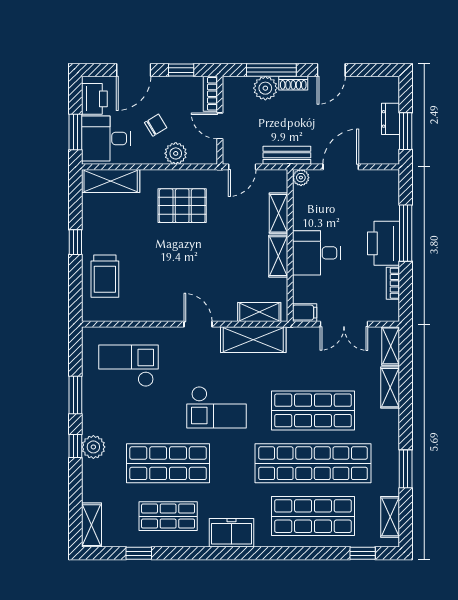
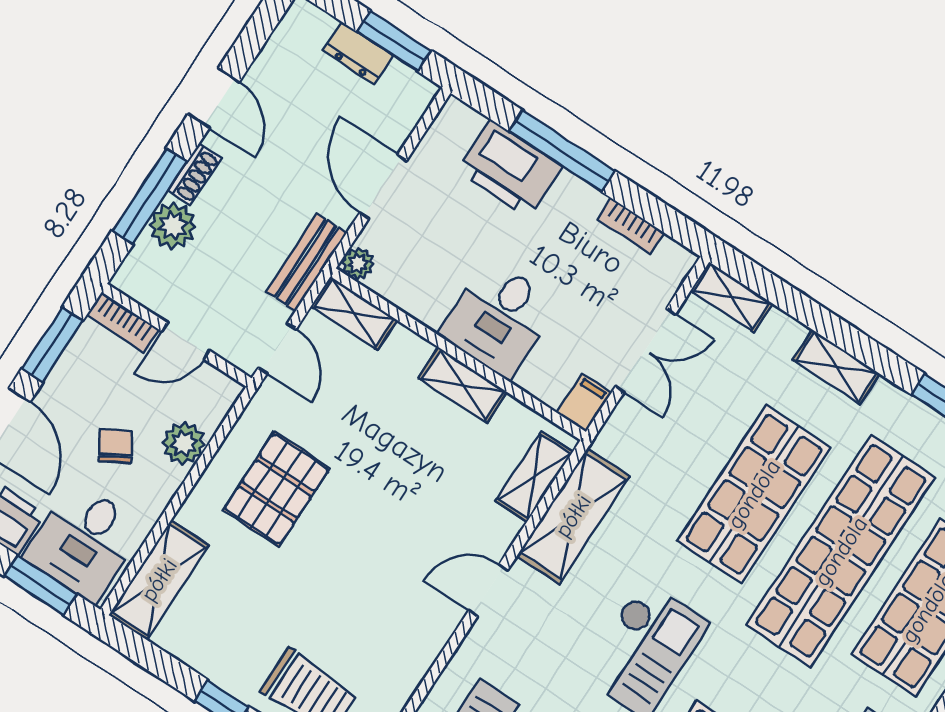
window: (181, 70) -> (52, 345), width x1.50
shelving: (279, 213) -> (354, 313), moved
printer: (384, 243) -> (510, 169), moved
shelving: (390, 388) -> (836, 367), moved

